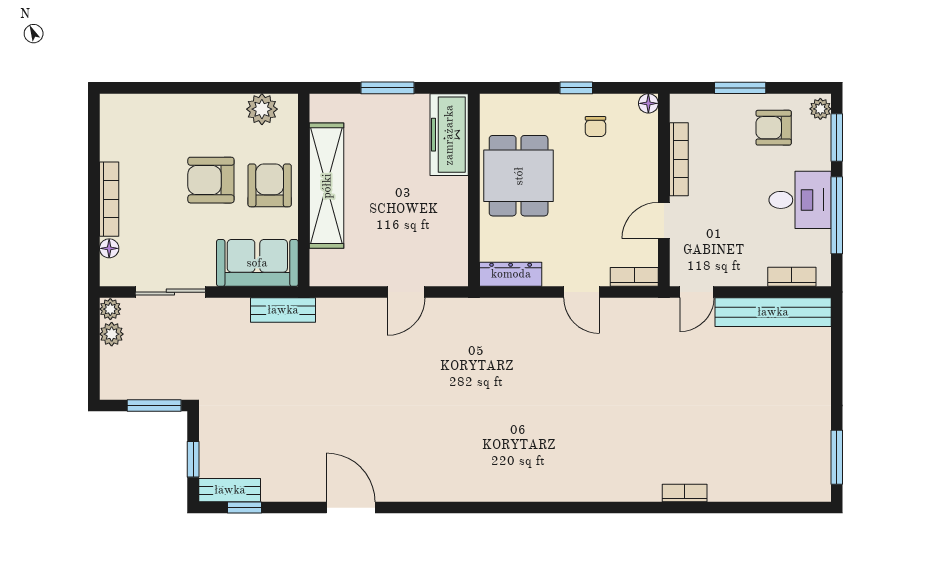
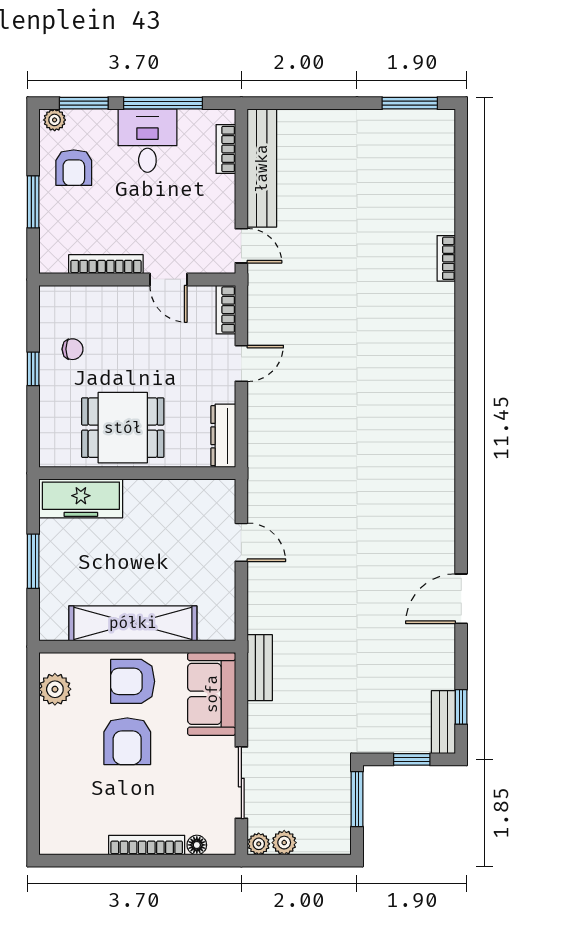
floor lamp: (648, 103) -> (49, 295), removed

